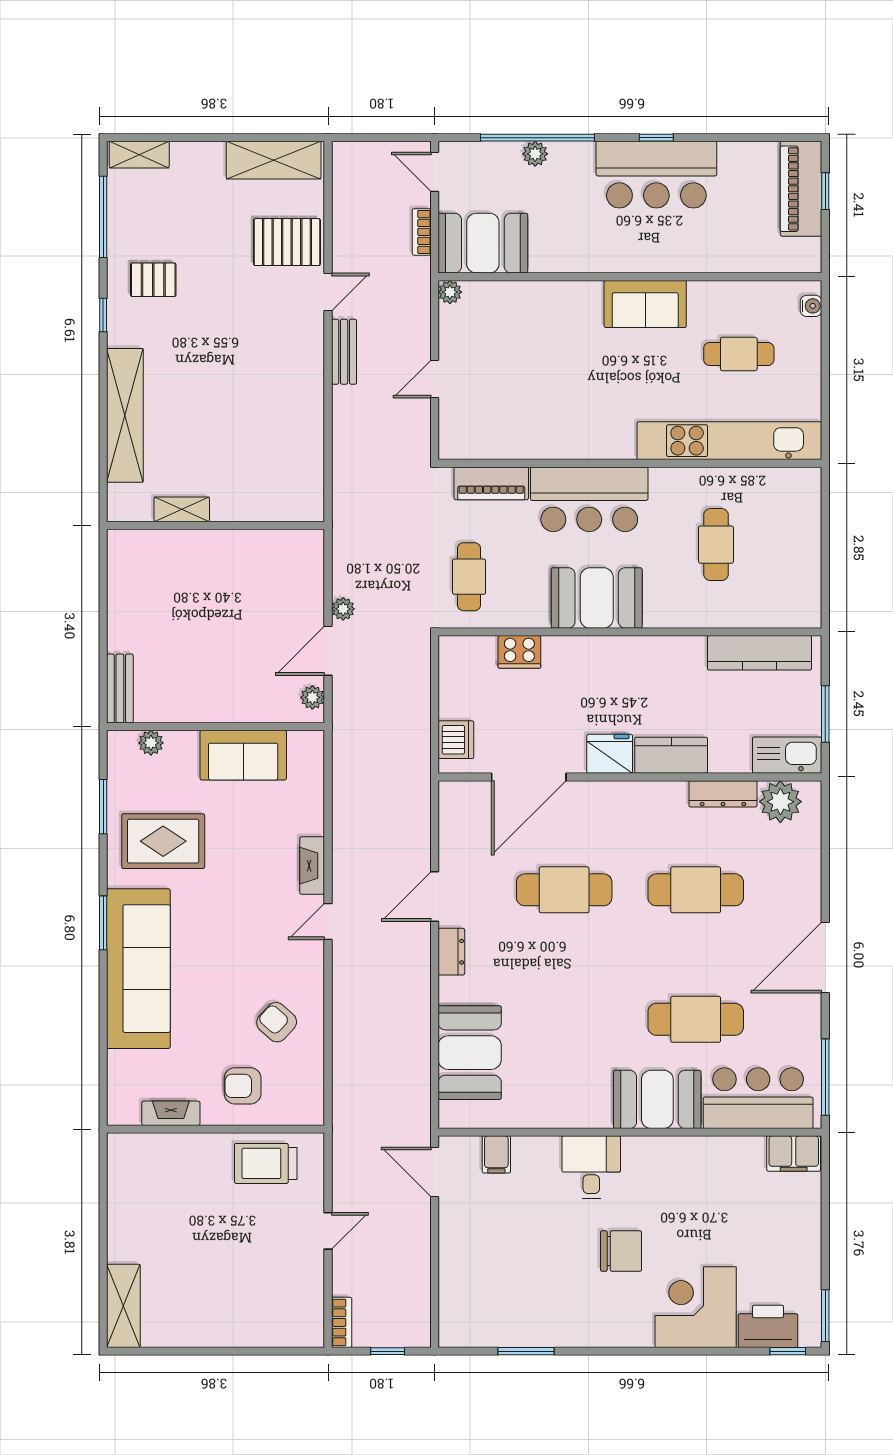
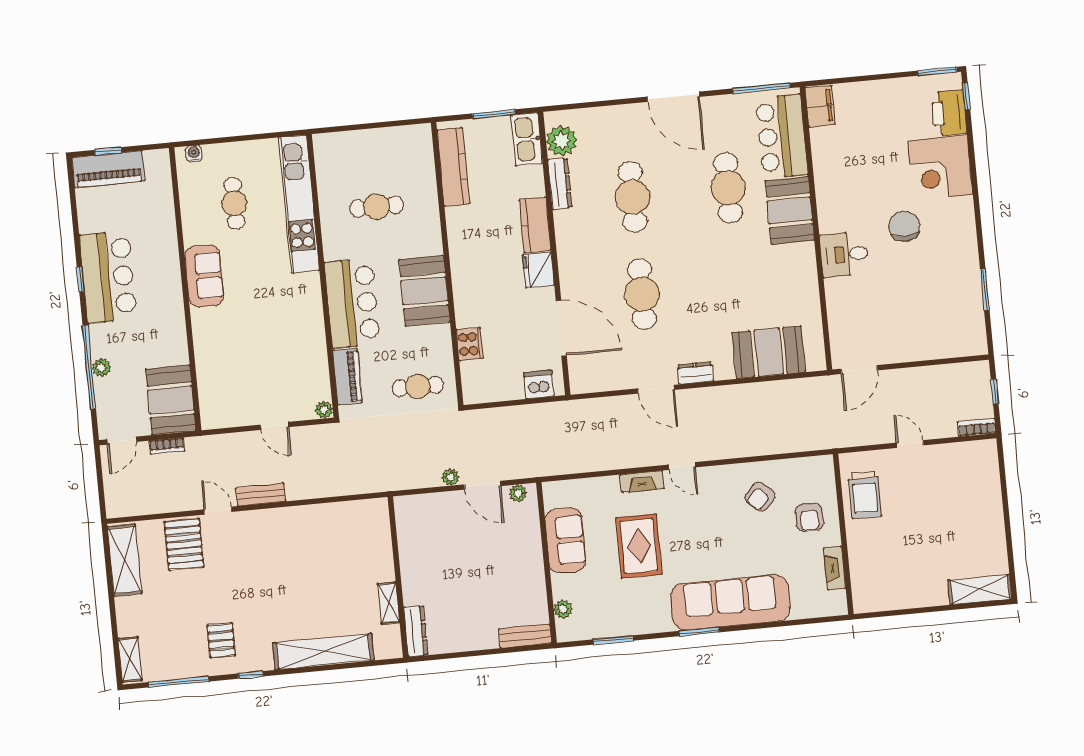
plant: (450, 292) -> (324, 410), moved
dresser: (141, 542) -> (416, 631), added
rug: (163, 841) -> (639, 546), moved
filing cabinet: (496, 1154) -> (842, 325), removed

